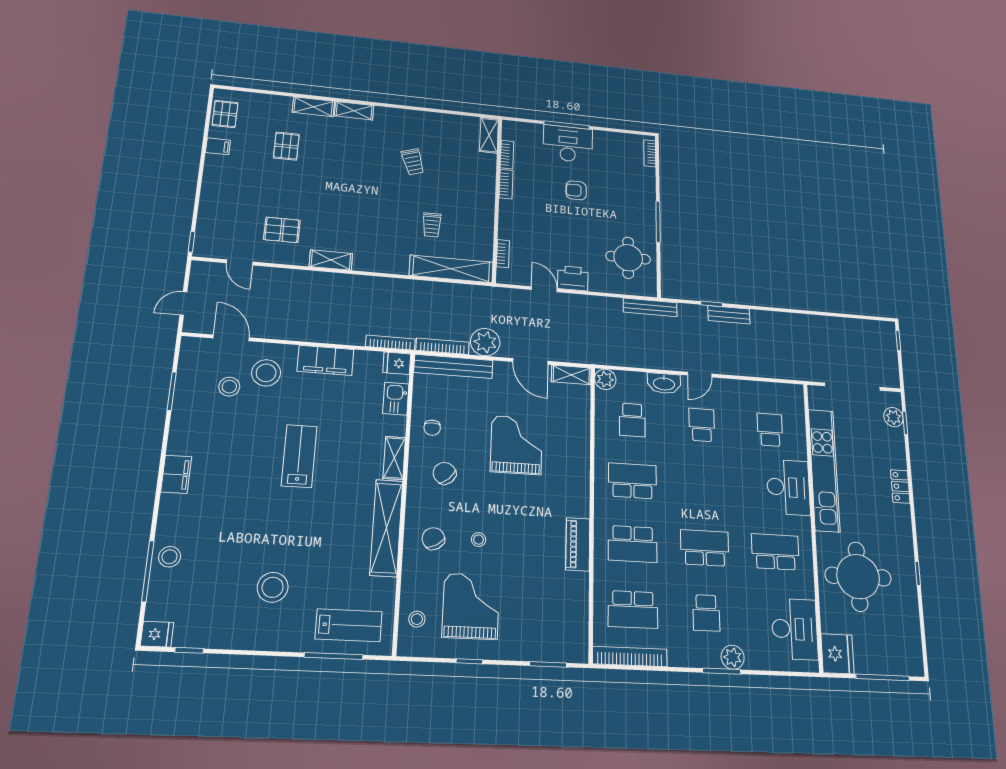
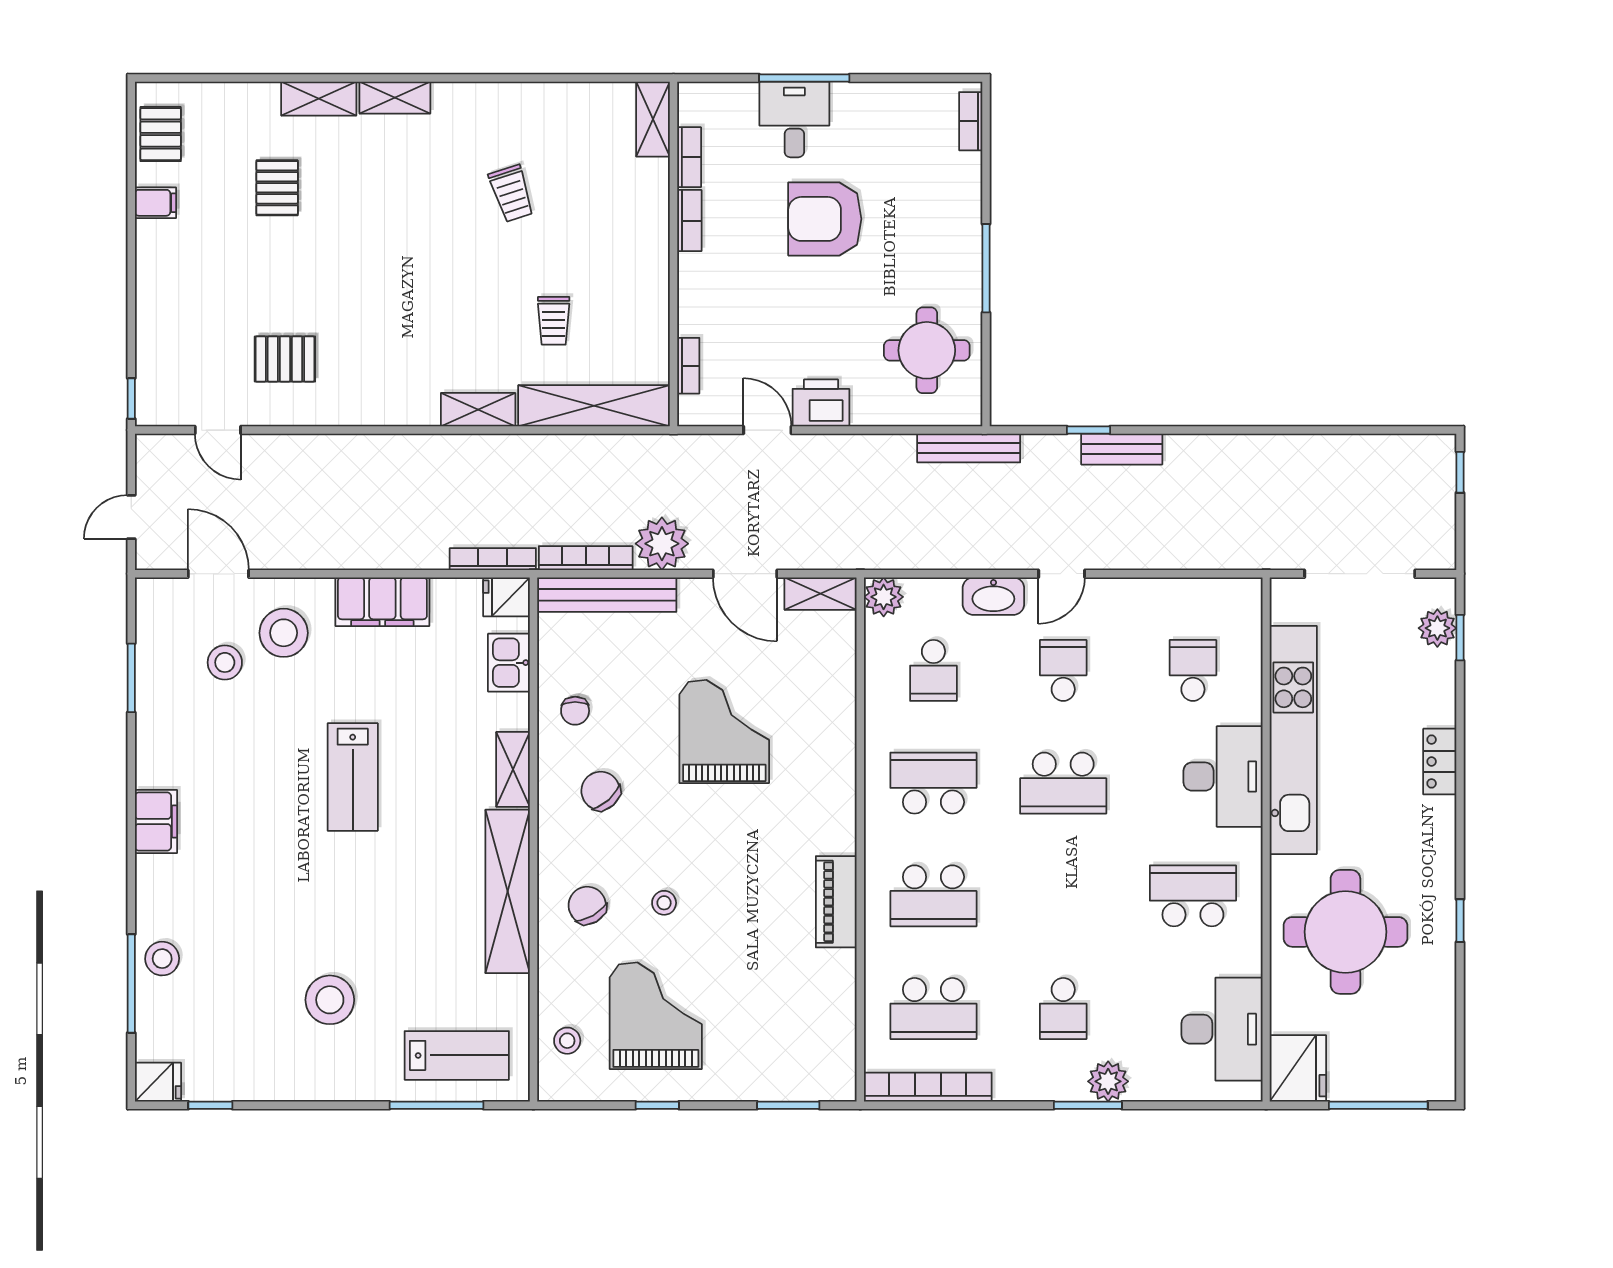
desk: (568, 144) -> (794, 119), width x0.73
armchair: (576, 190) -> (825, 219), width x1.88, depth x1.88
shelving: (331, 260) -> (478, 410), moved
lab bench: (299, 456) -> (353, 777), turned 180
school desk: (705, 548) -> (1063, 783), moved, turned 180

